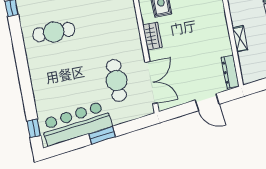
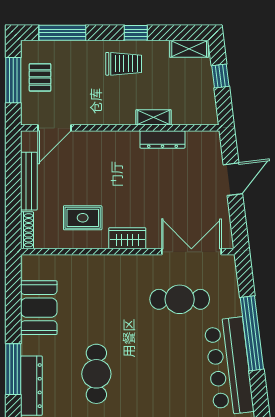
dresser: (230, 72) -> (162, 139), moved
window: (102, 135) -> (252, 333), width x2.11

